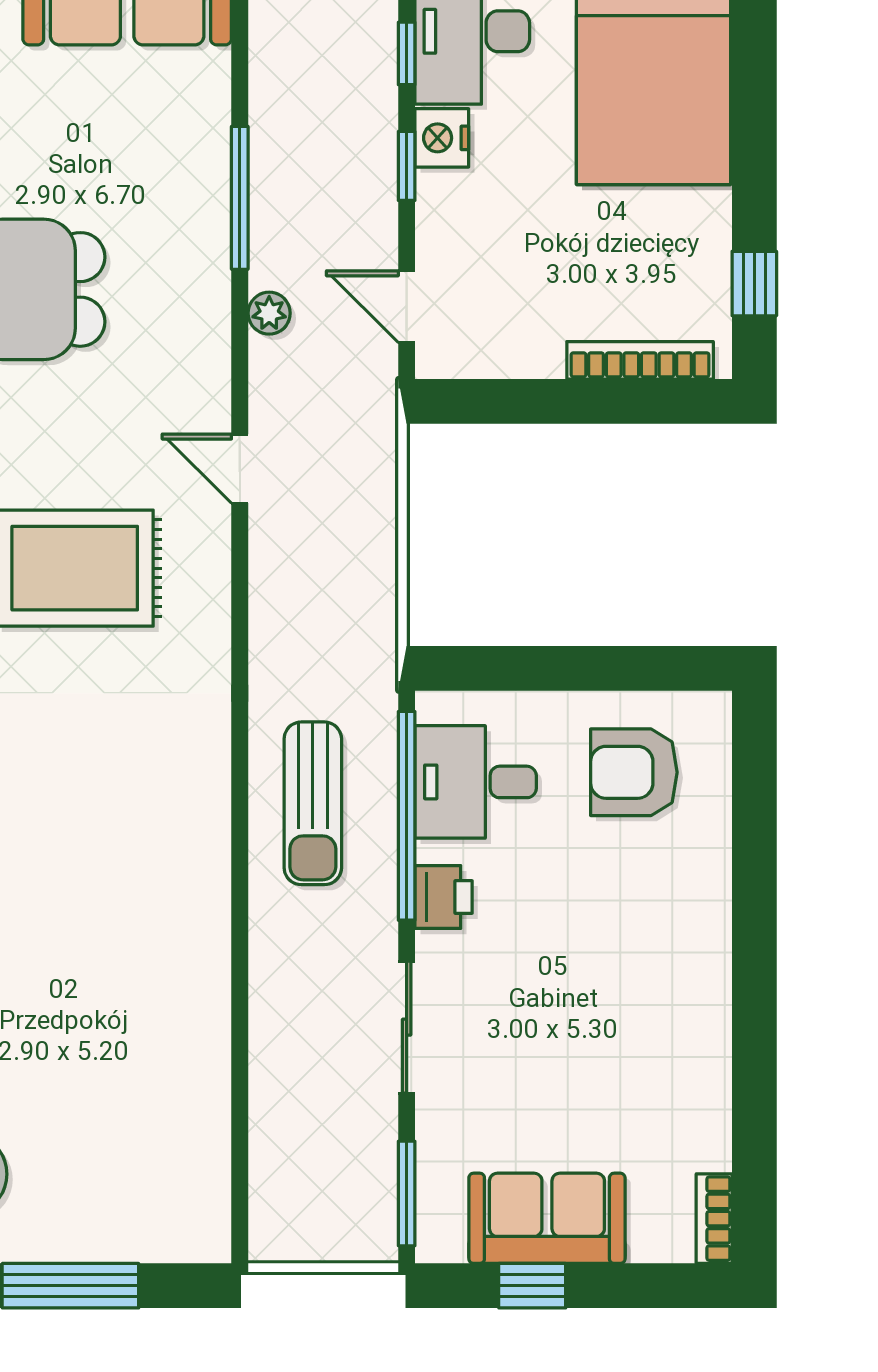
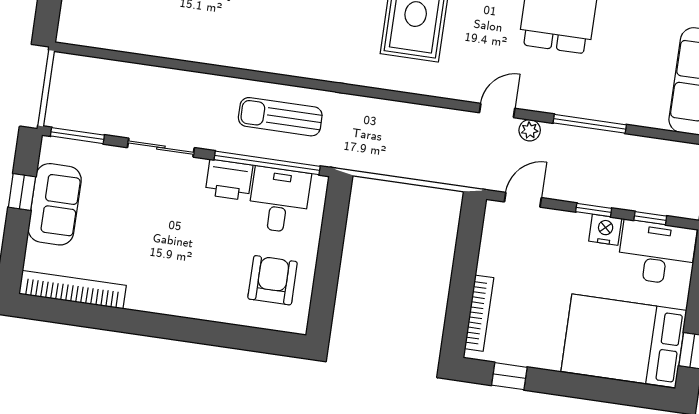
door: (240, 469) -> (497, 110), moved
printer: (444, 897) -> (229, 180), width x1.36, depth x1.24
bookcase: (714, 1219) -> (72, 290), width x2.31, depth x1.31

